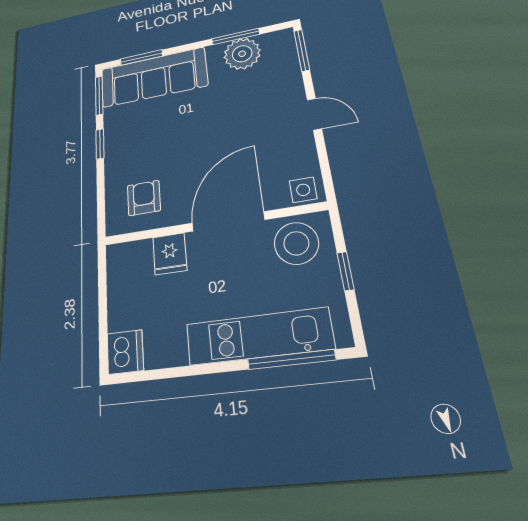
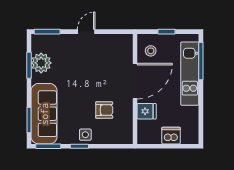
side table: (303, 190) -> (85, 135), moved
armchair: (144, 198) -> (104, 110), moved, turned 180
door: (228, 221) -> (135, 81), swing flipped
stool: (296, 243) -> (151, 51), width x0.53, depth x0.53
dishwasher: (125, 352) -> (171, 136), moved

